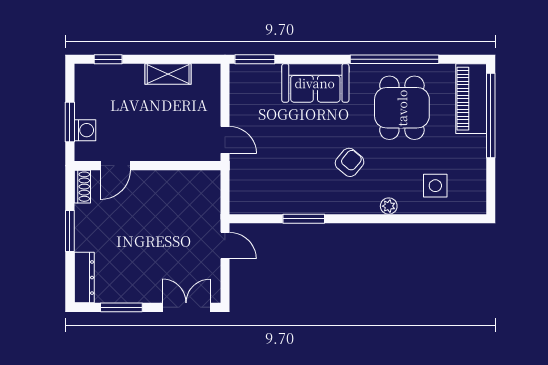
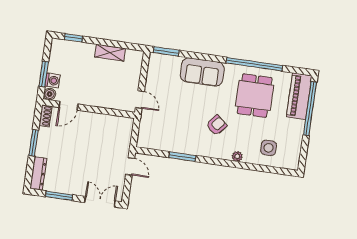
boiler: (84, 152) -> (50, 94), added

